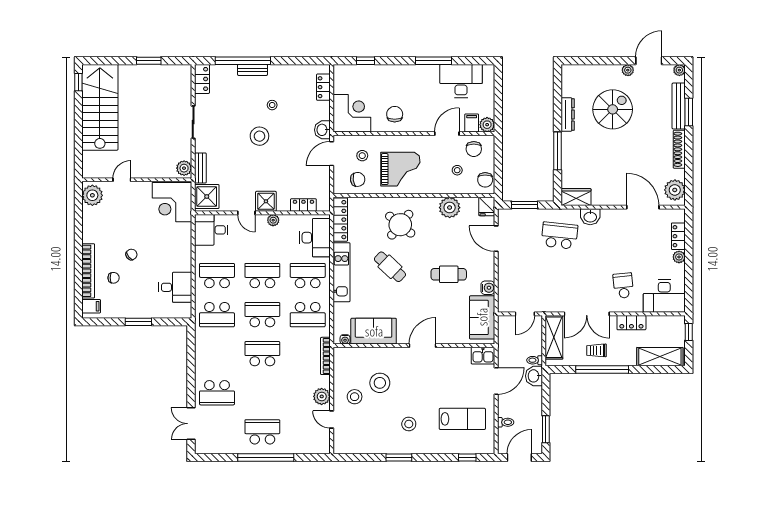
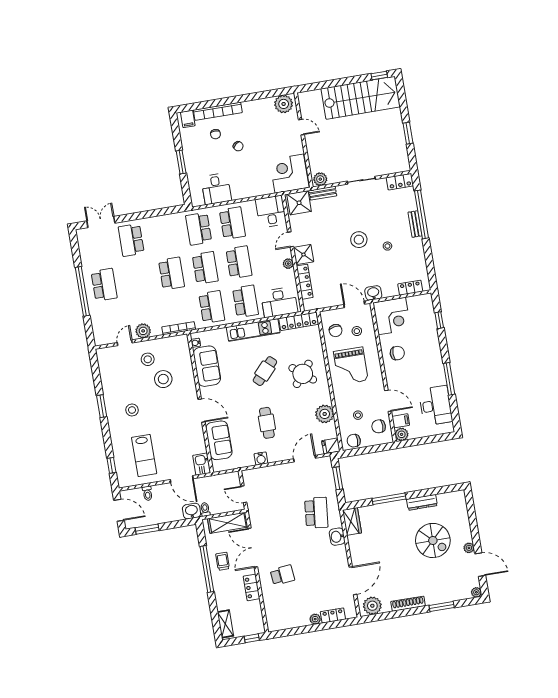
bench: (679, 106) -> (445, 597), removed
locker: (303, 205) -> (305, 282), width x1.53
desk: (664, 296) -> (279, 612), removed
school desk: (308, 315) -> (212, 307), turned 180
sofa: (482, 317) -> (219, 440), moved, turned 90
shelving: (660, 357) -> (225, 624), width x0.67, depth x0.75

